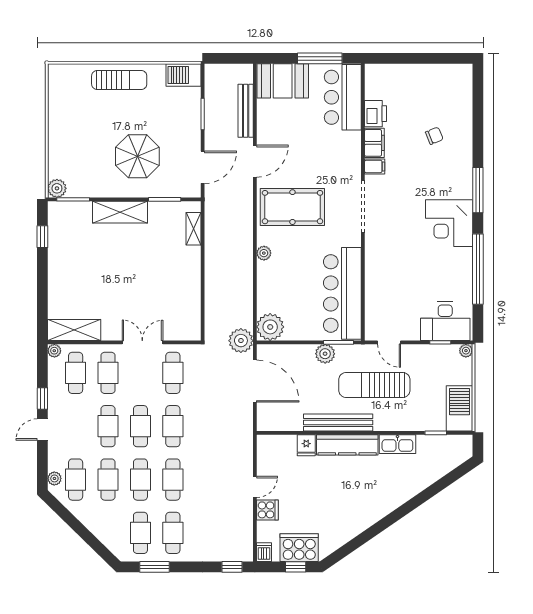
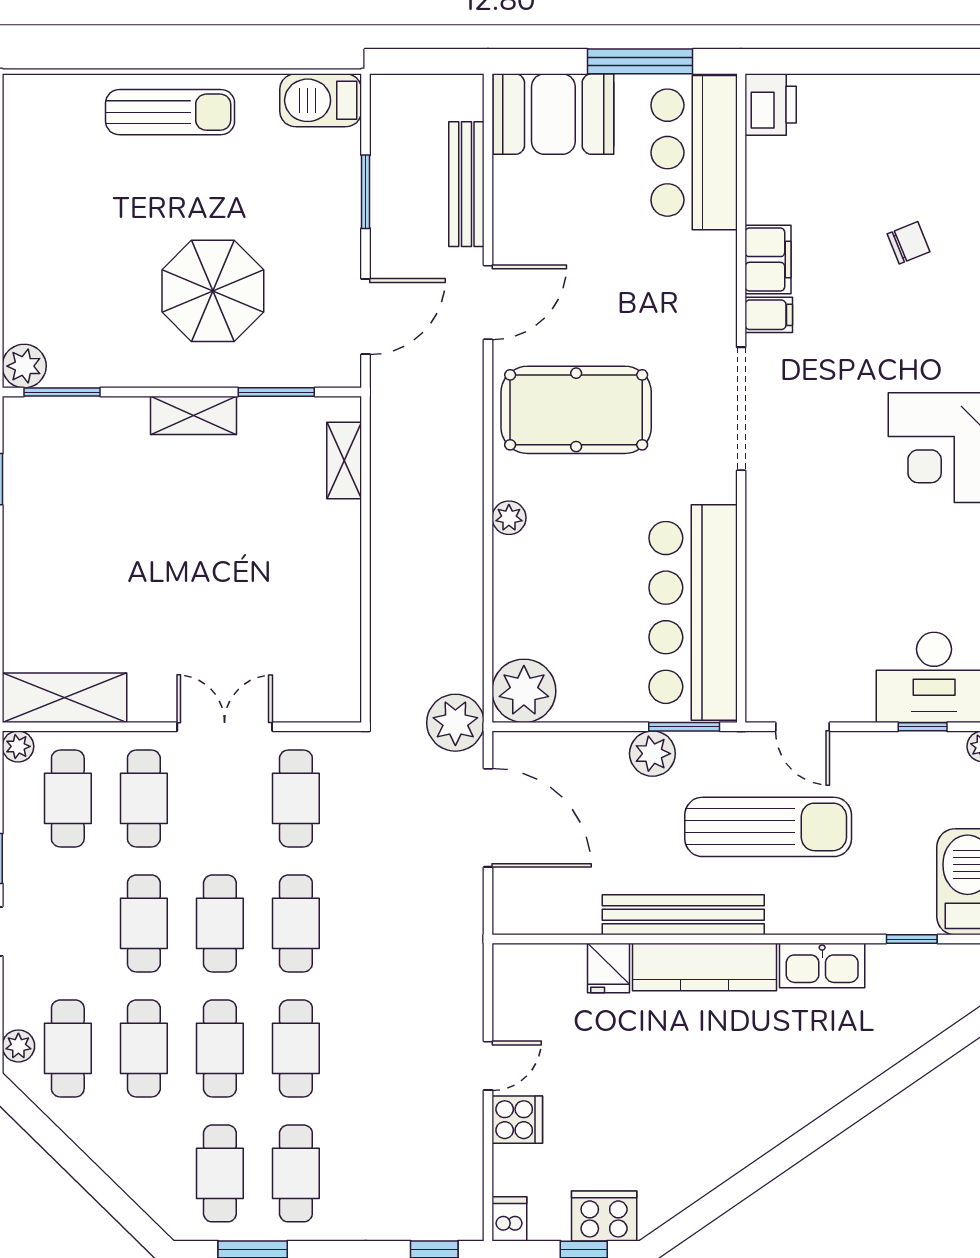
printer: (375, 114) -> (771, 105), moved
shelving: (120, 212) -> (194, 415), width x0.67, depth x0.75
sun lounger: (374, 385) -> (768, 827), turned 180
cooker: (299, 548) -> (604, 1216), width x0.73, depth x0.76

